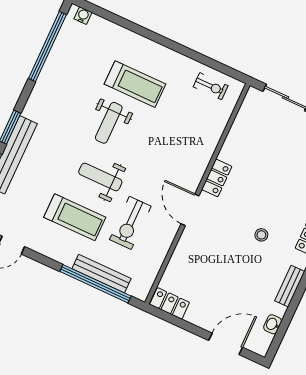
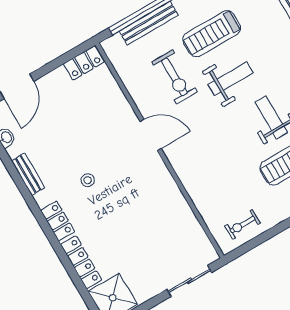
locker: (217, 178) -> (162, 176), removed
exercise bike: (130, 223) -> (174, 77), turned 180

